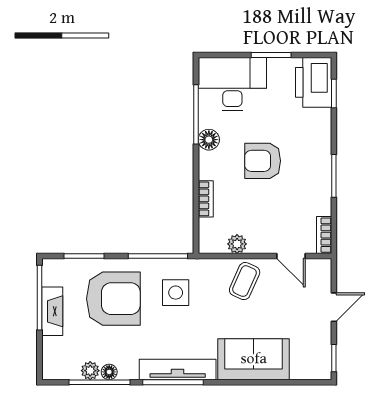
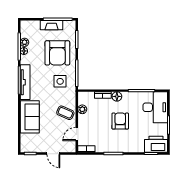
floor lamp: (209, 140) -> (117, 96), moved

